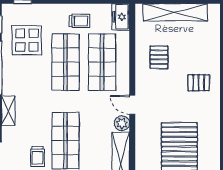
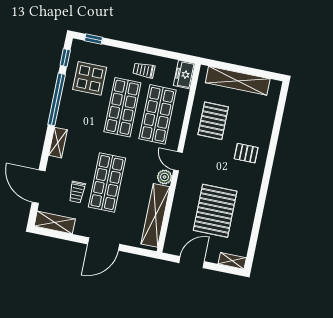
trolley: (79, 21) -> (144, 70), turned 180
pallet: (159, 57) -> (213, 121), width x1.50, depth x1.42

